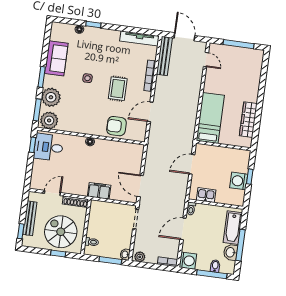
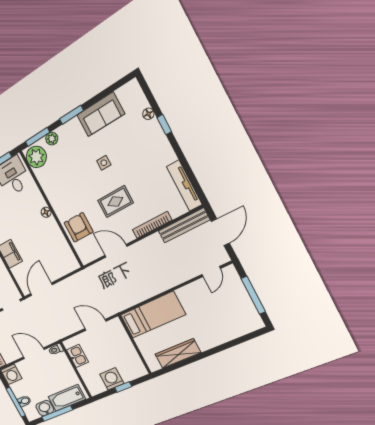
plant: (51, 97) -> (52, 139), width x0.53, depth x0.53

